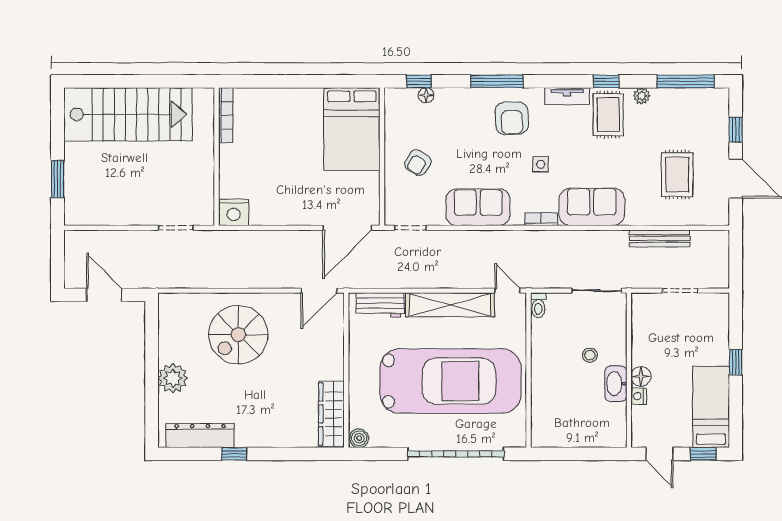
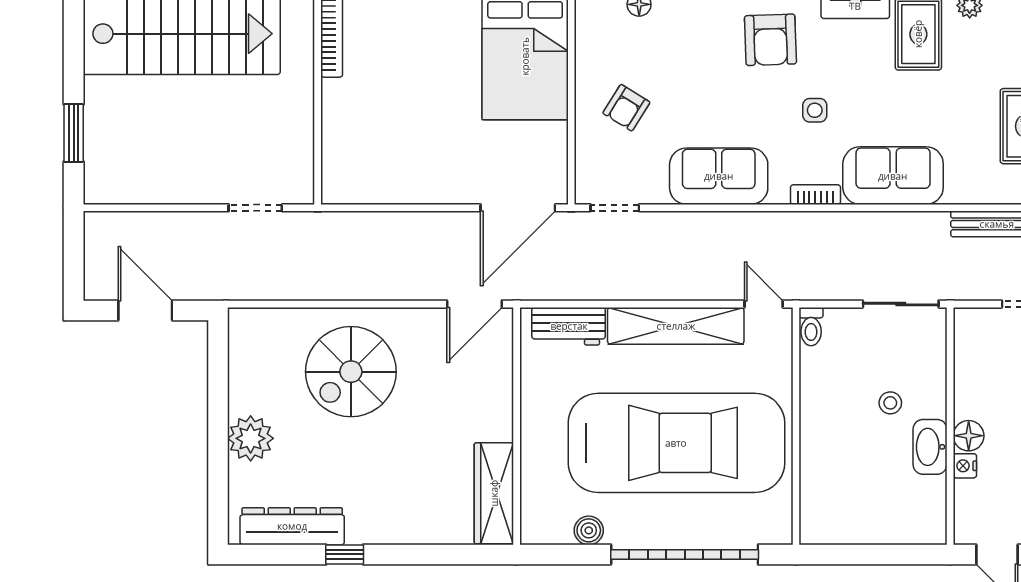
nightstand: (234, 212) -> (344, 184), removed
boiler: (359, 438) -> (589, 530), moved

